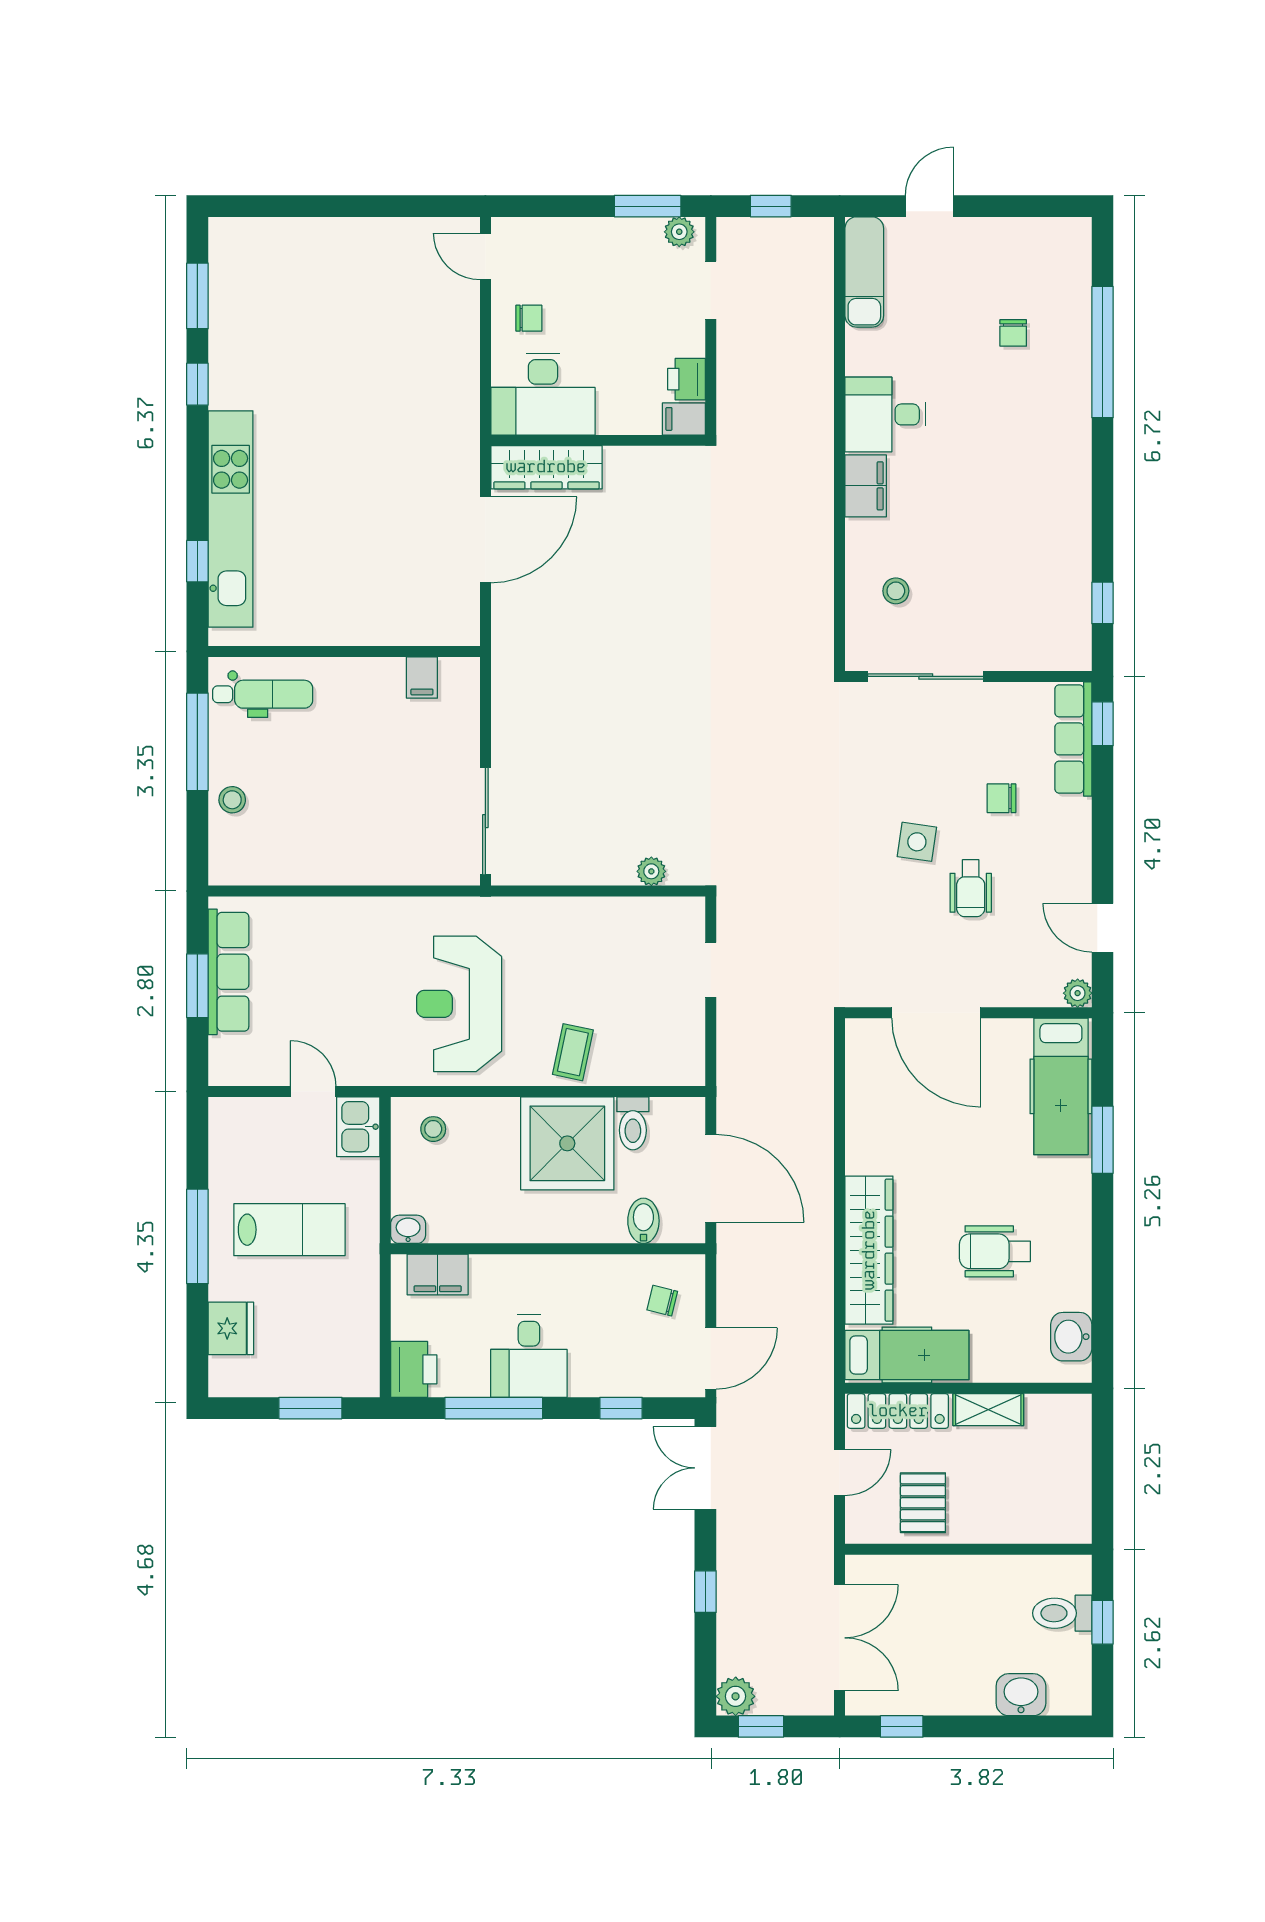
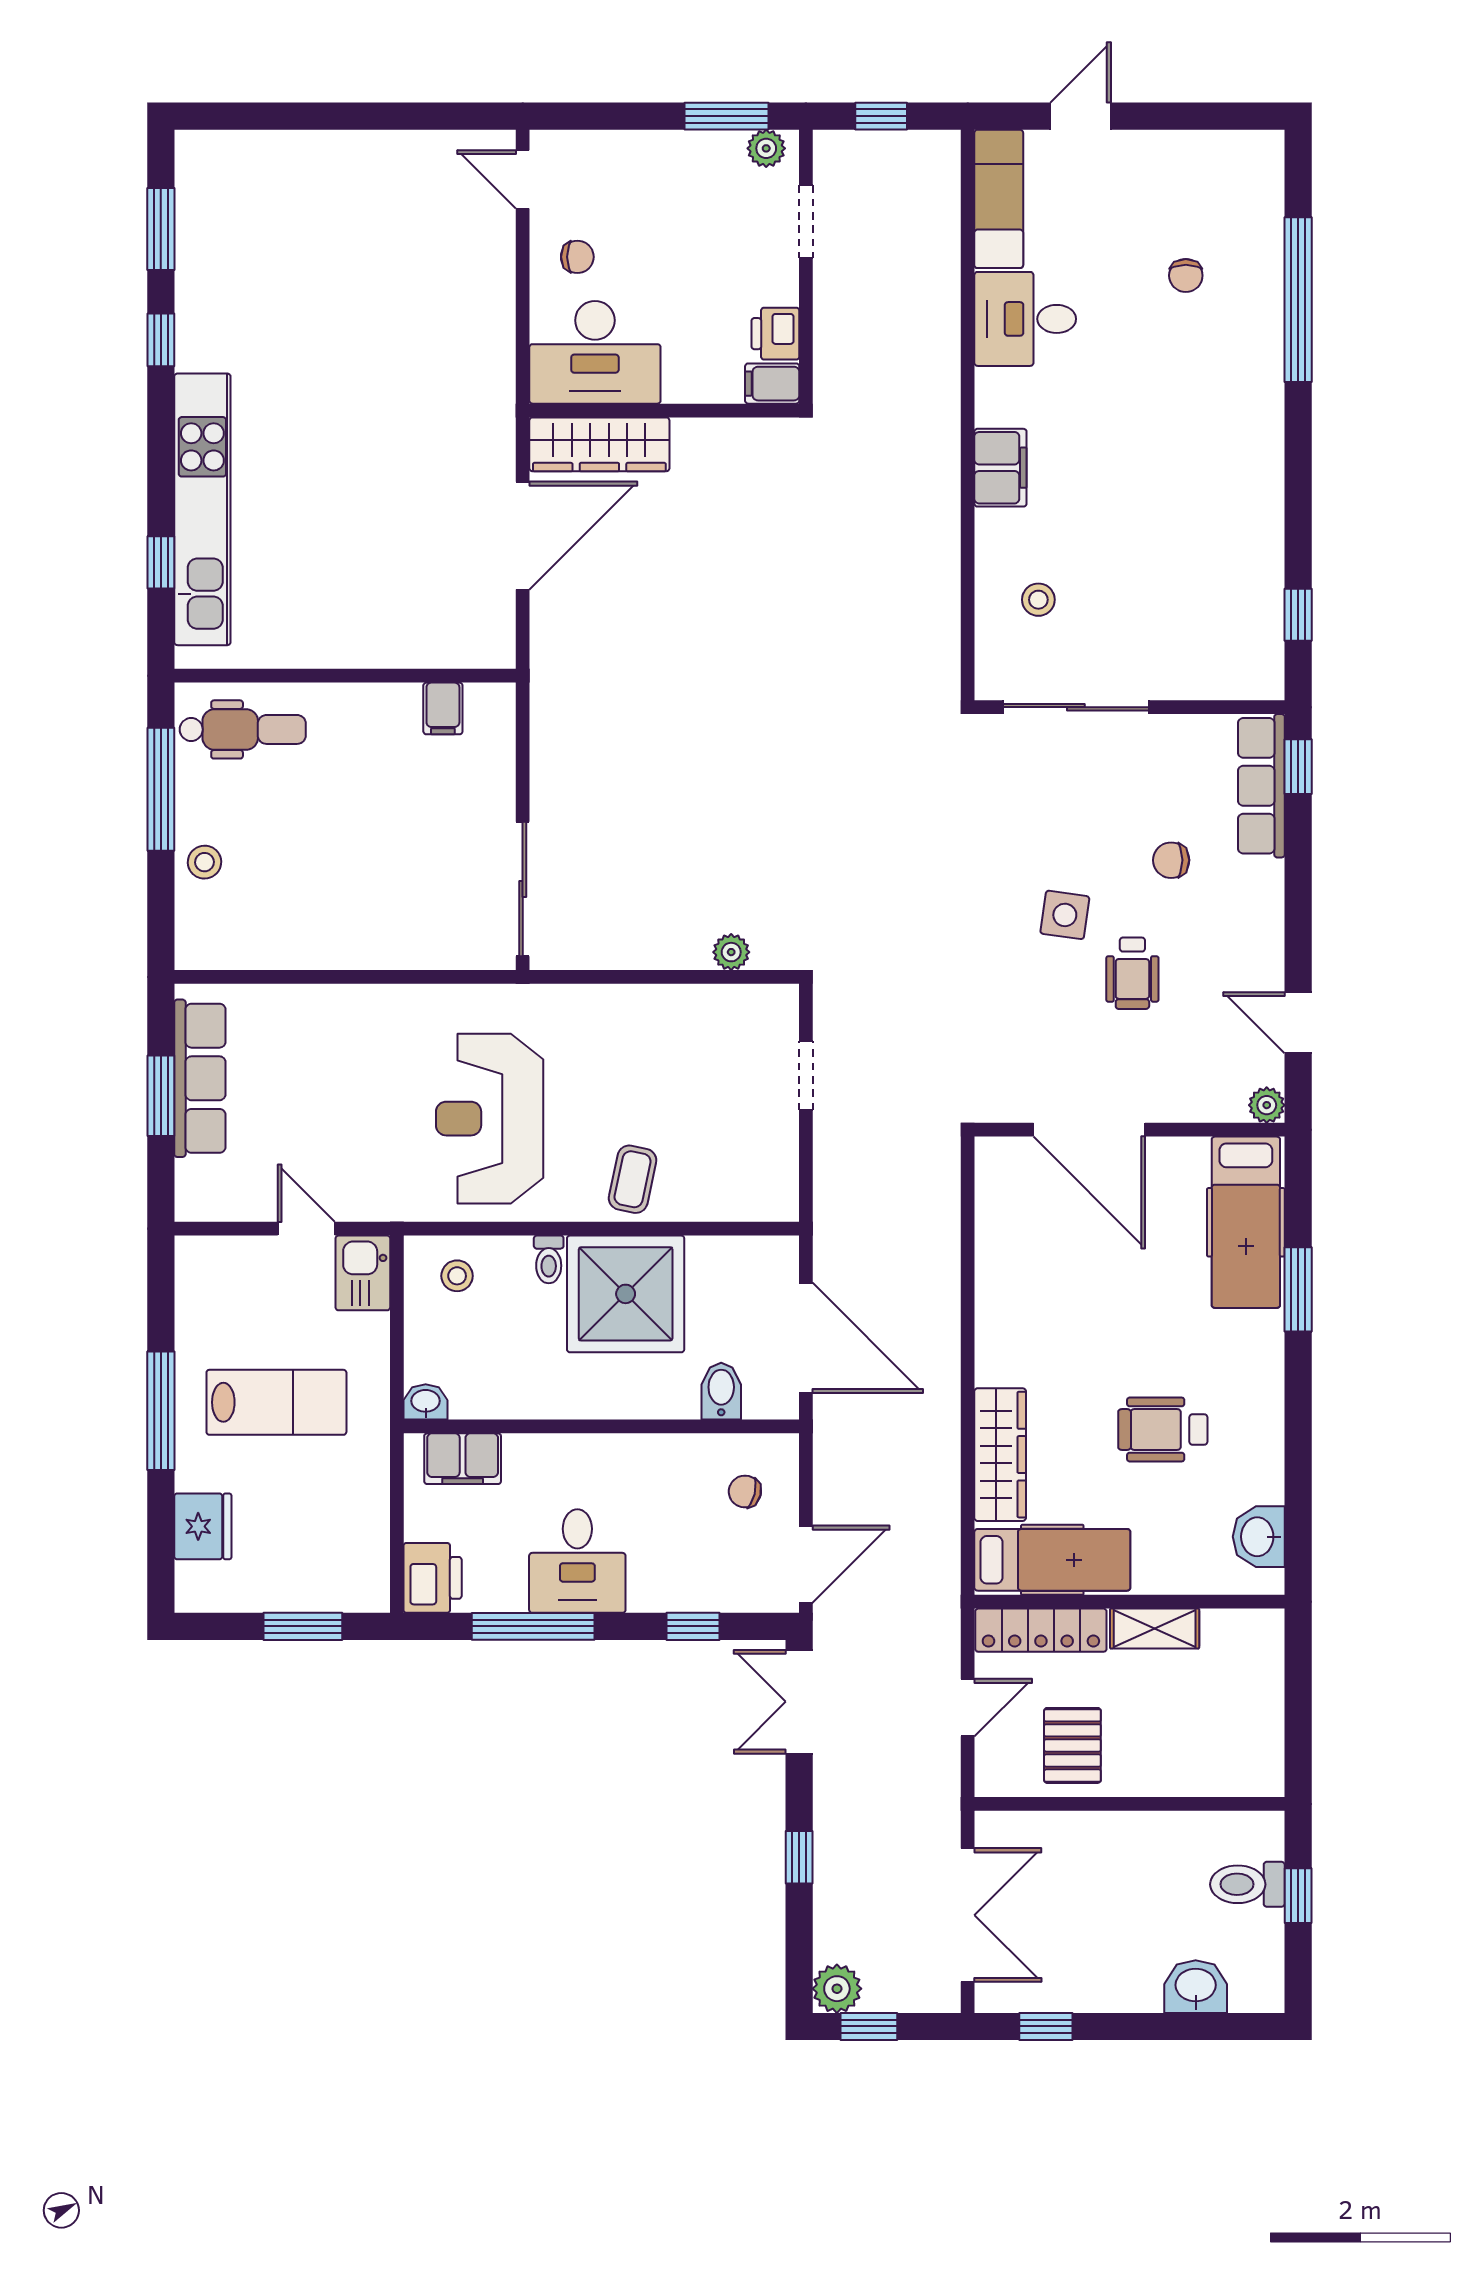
desk: (885, 414) -> (1025, 319), moved
toilet: (633, 1123) -> (549, 1259), moved, width x0.73, depth x0.72
wardrobe: (869, 1250) -> (1000, 1455), width x0.71, depth x0.85

